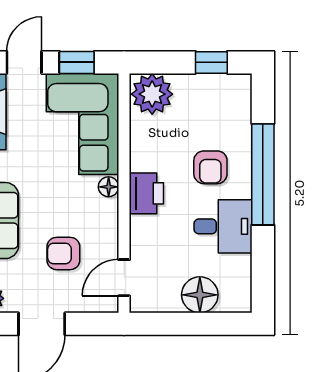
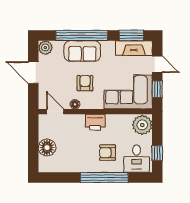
floor lamp: (109, 187) -> (75, 104), moved
desk: (223, 226) -> (137, 159), moved
armchair: (63, 253) -> (85, 83), moved

